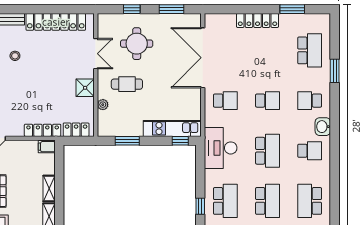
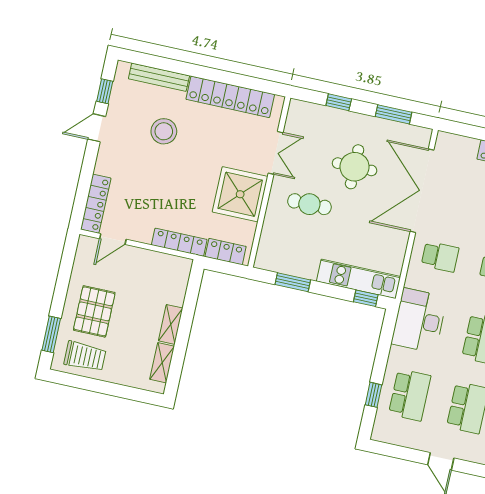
round table: (137, 44) -> (355, 167), moved
stool: (15, 56) -> (164, 131), width x1.89, depth x1.89
shower: (85, 88) -> (240, 194), width x1.86, depth x1.86
plant: (103, 105) -> (270, 225), removed
filing cabinet: (47, 147) -> (180, 266), removed

